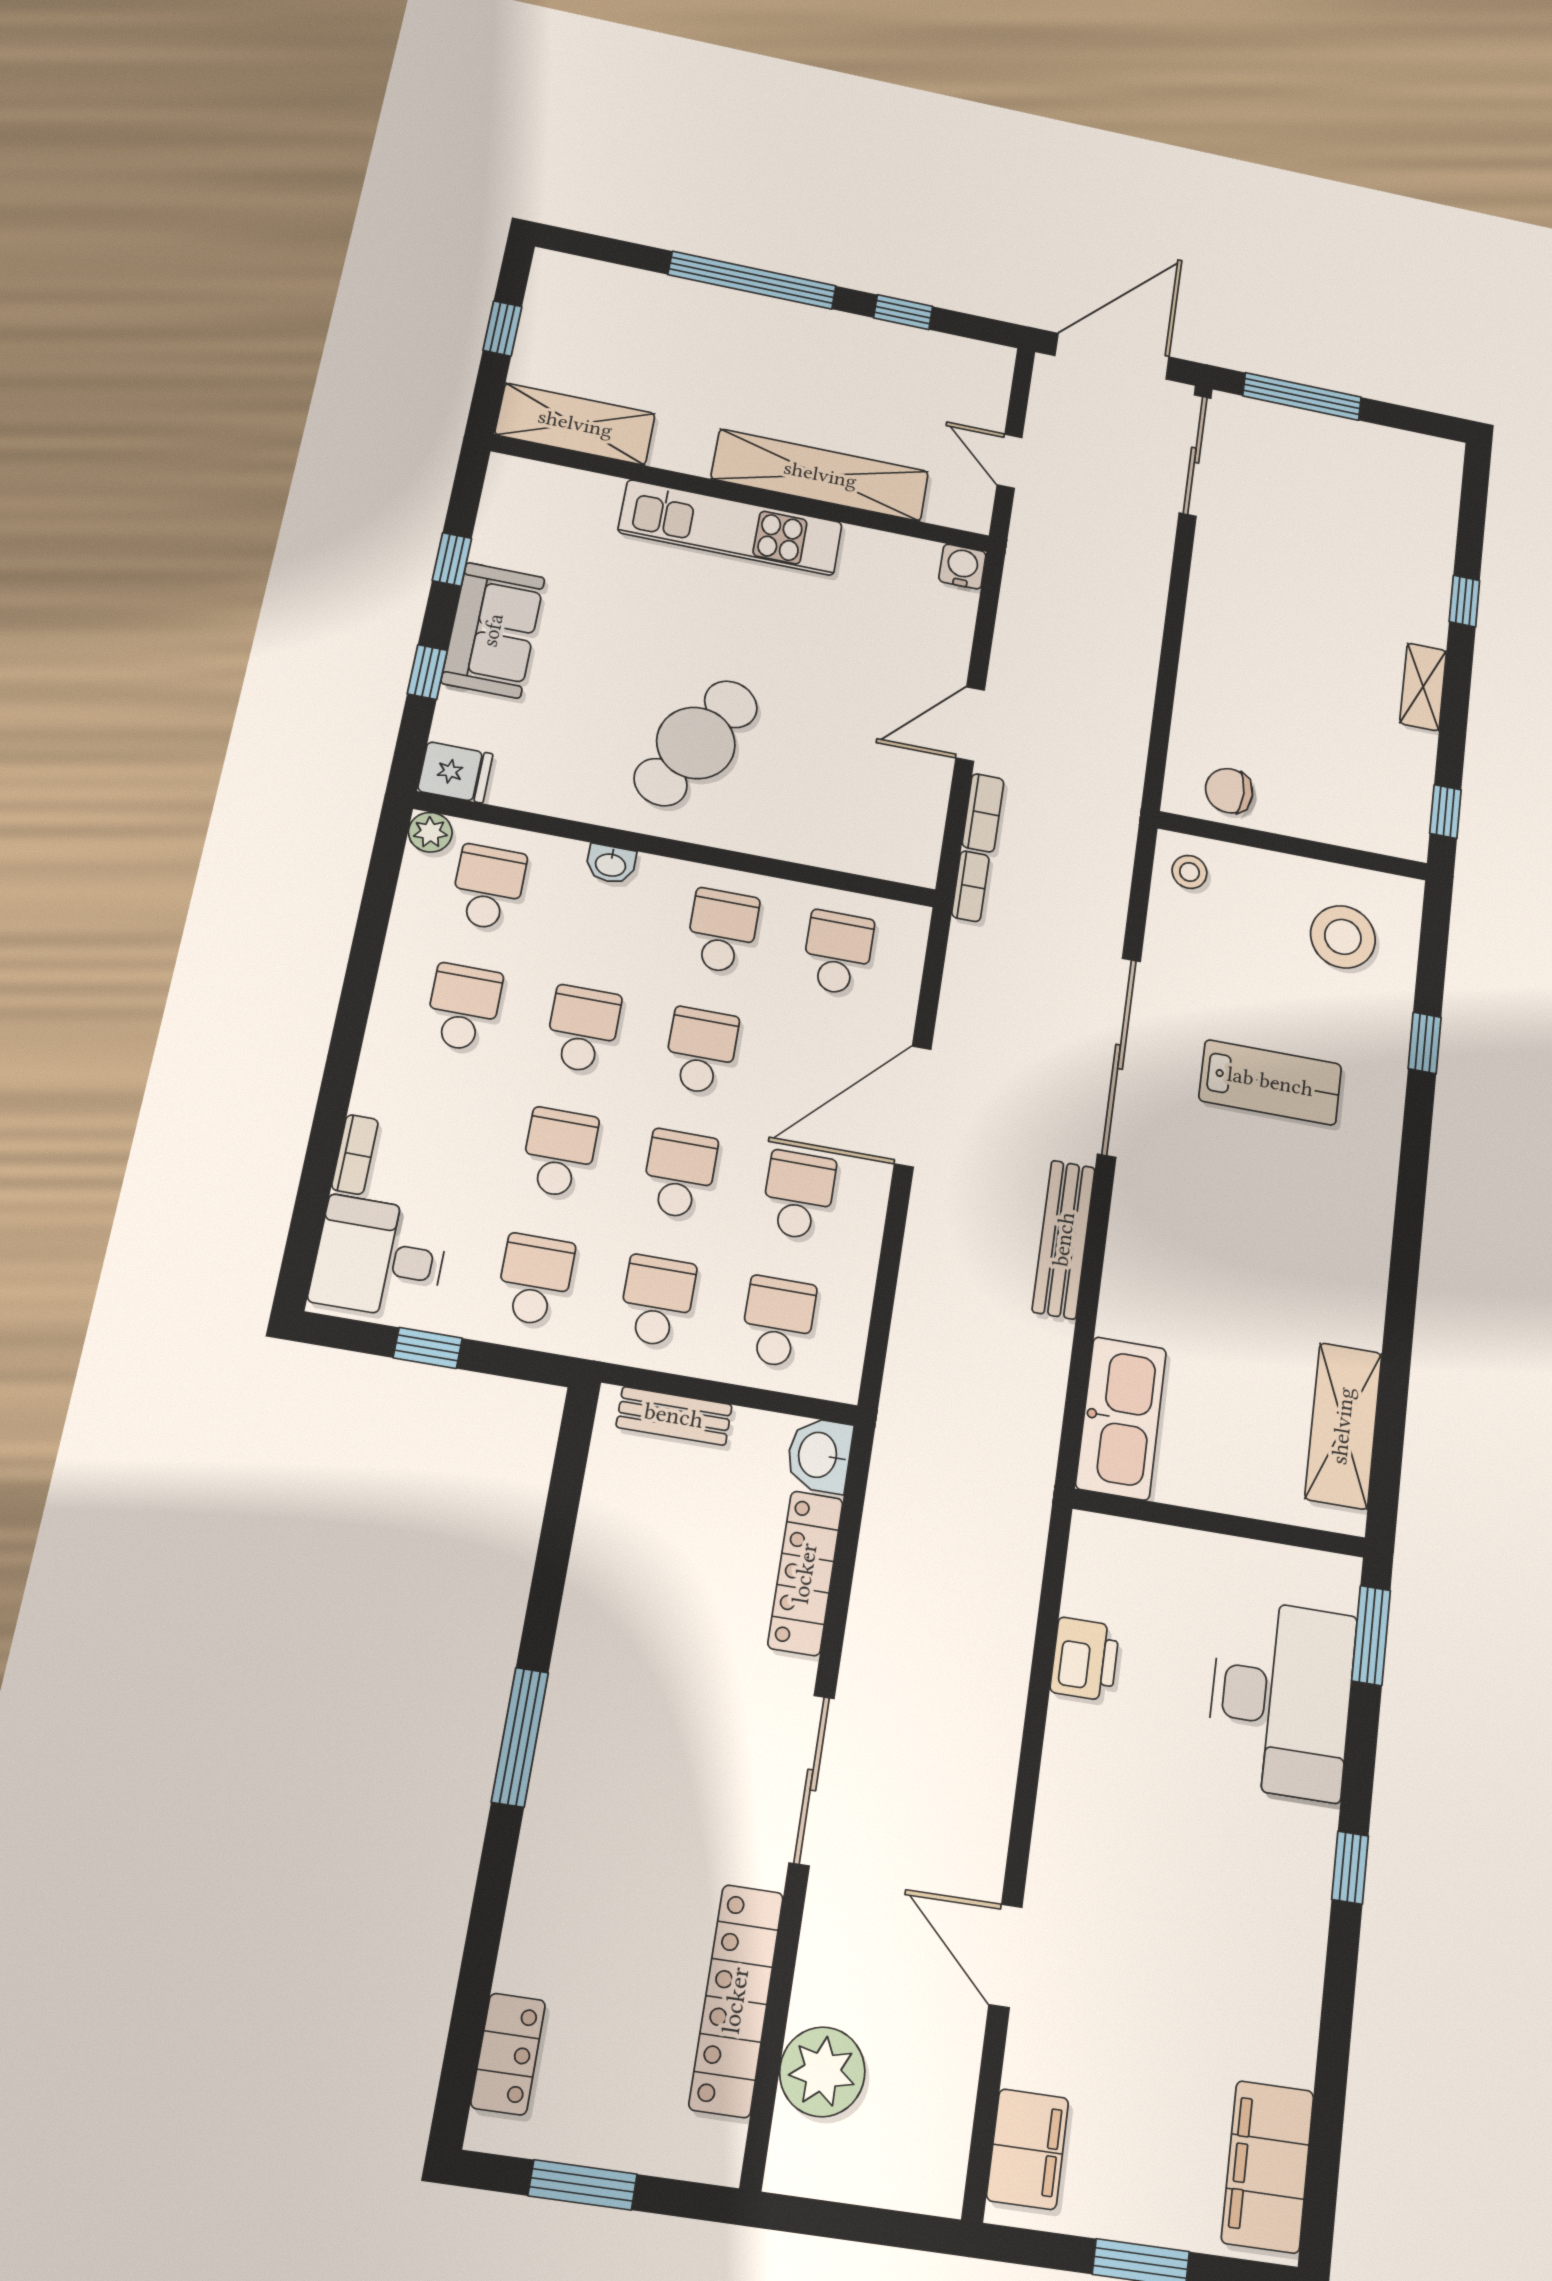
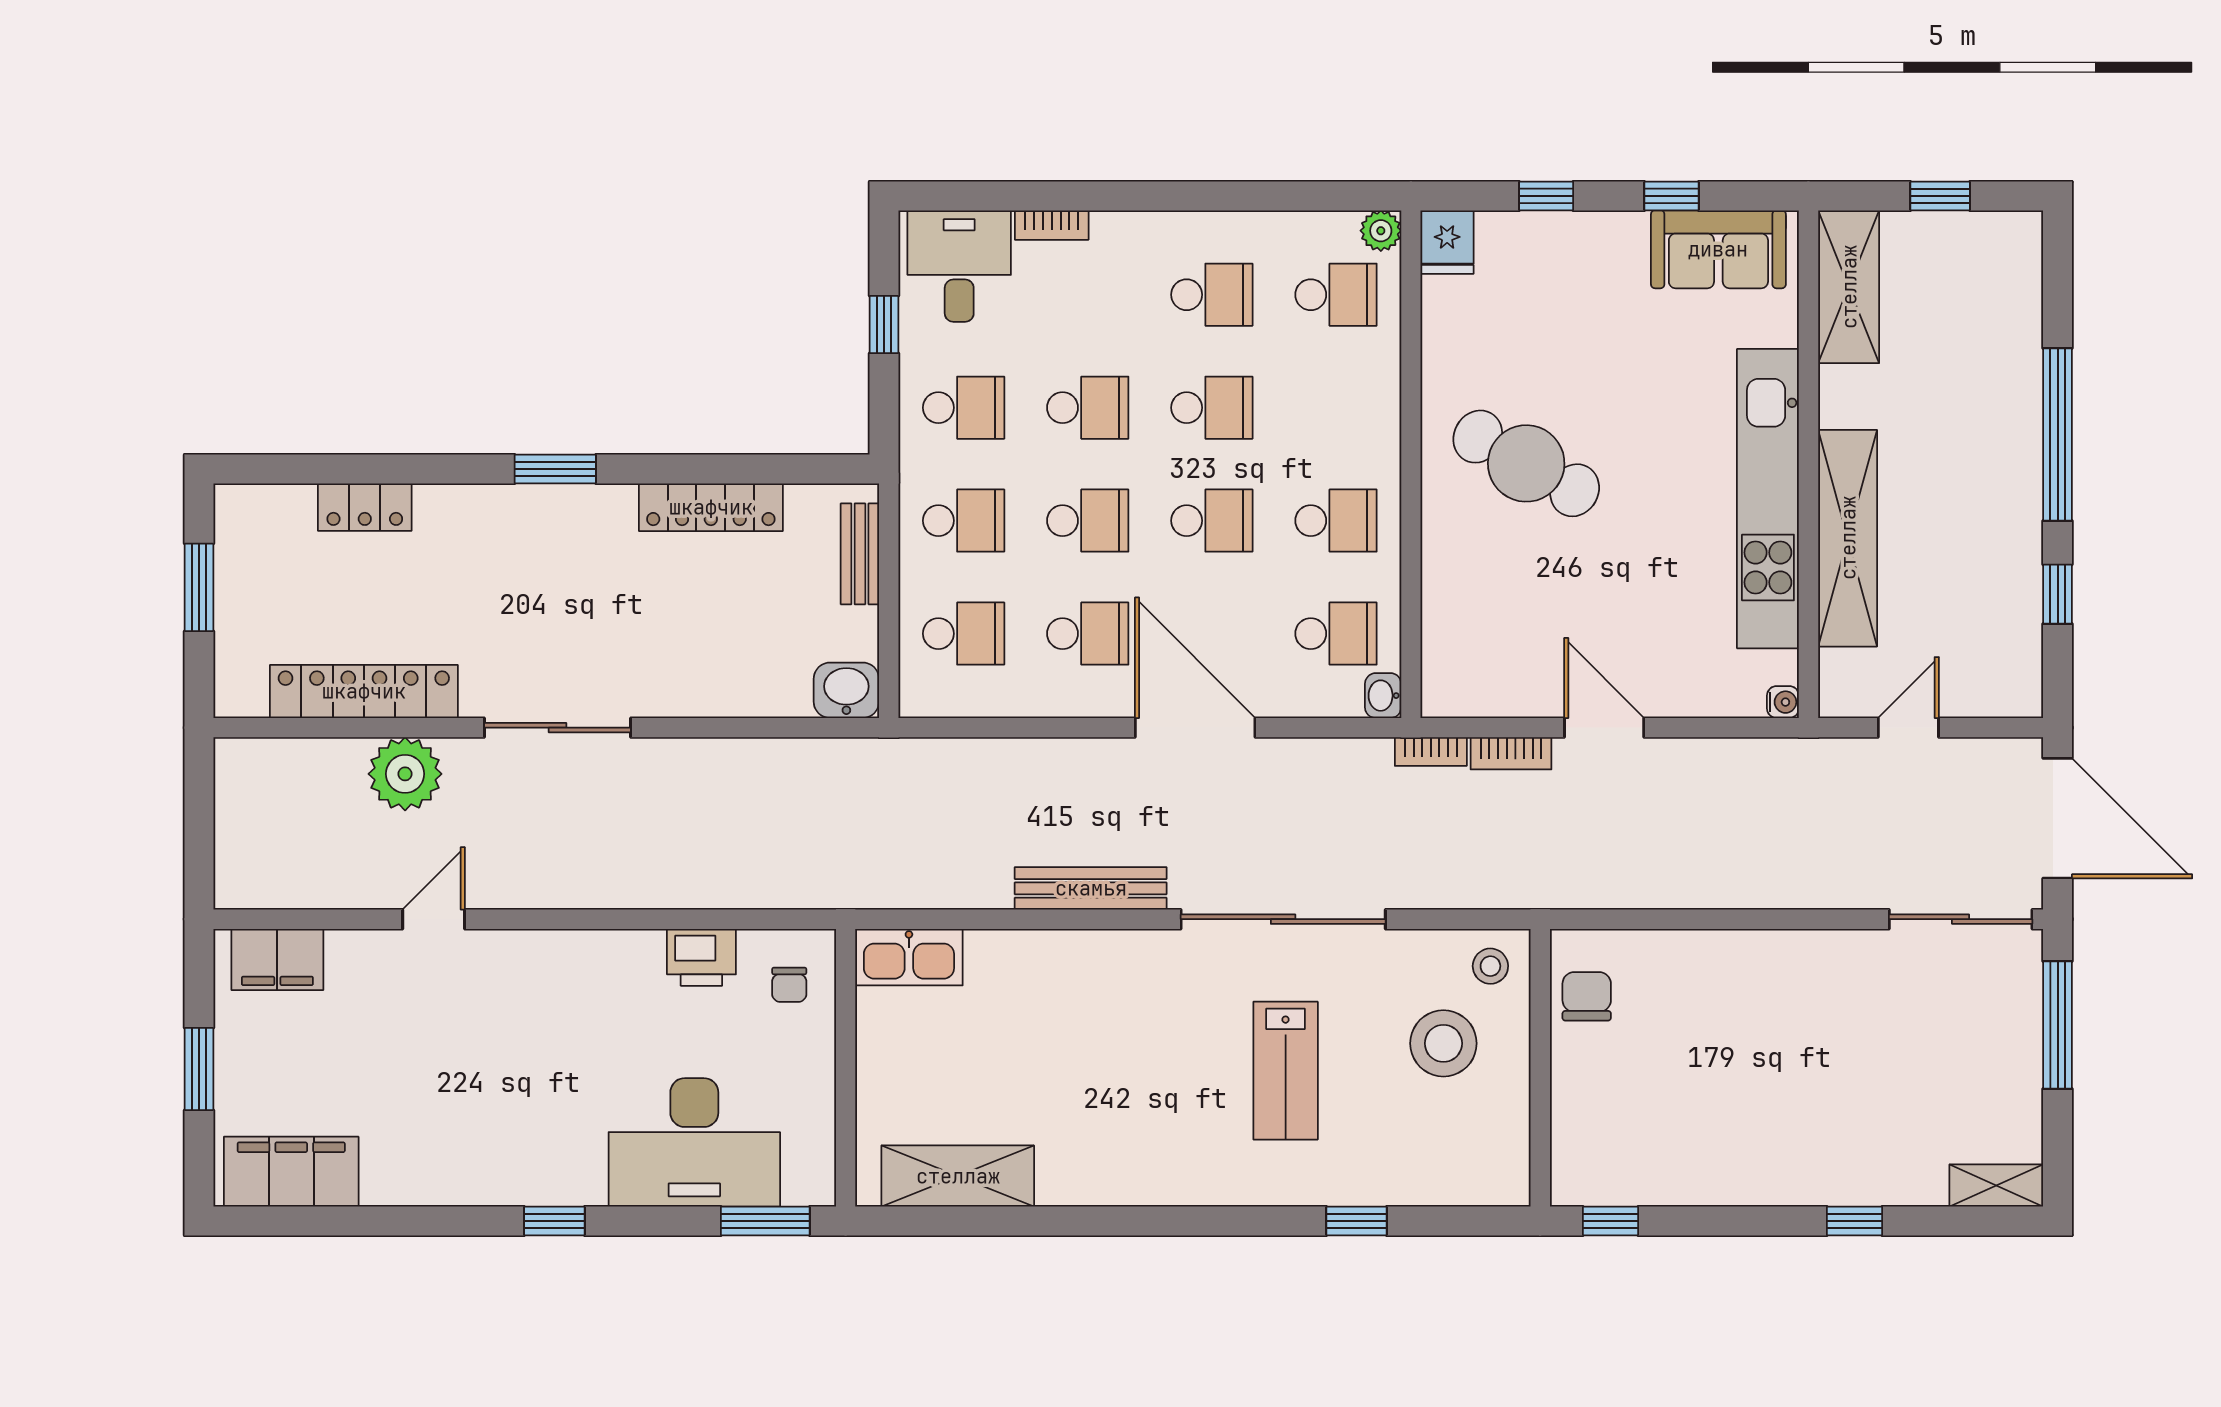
kitchen unit: (731, 528) -> (1768, 499), width x1.36
water cooler: (962, 567) -> (1783, 702), width x0.72, depth x0.72
sofa: (493, 630) -> (1718, 249), moved
shelving: (1423, 687) -> (1996, 1185), moved
washbasin: (611, 864) -> (1383, 696), moved
stool: (1343, 937) -> (1443, 1043), moved
kitchen sink: (1121, 1418) -> (909, 957), width x0.73, depth x0.81
chair: (1126, 1569) -> (789, 985), added
locker: (805, 1573) -> (711, 507), moved, turned 180
window: (520, 1737) -> (555, 469), width x0.69
door: (1005, 1956) -> (434, 919), width x0.73
locker: (508, 2054) -> (365, 507), moved
plant: (822, 2072) -> (405, 774), moved

